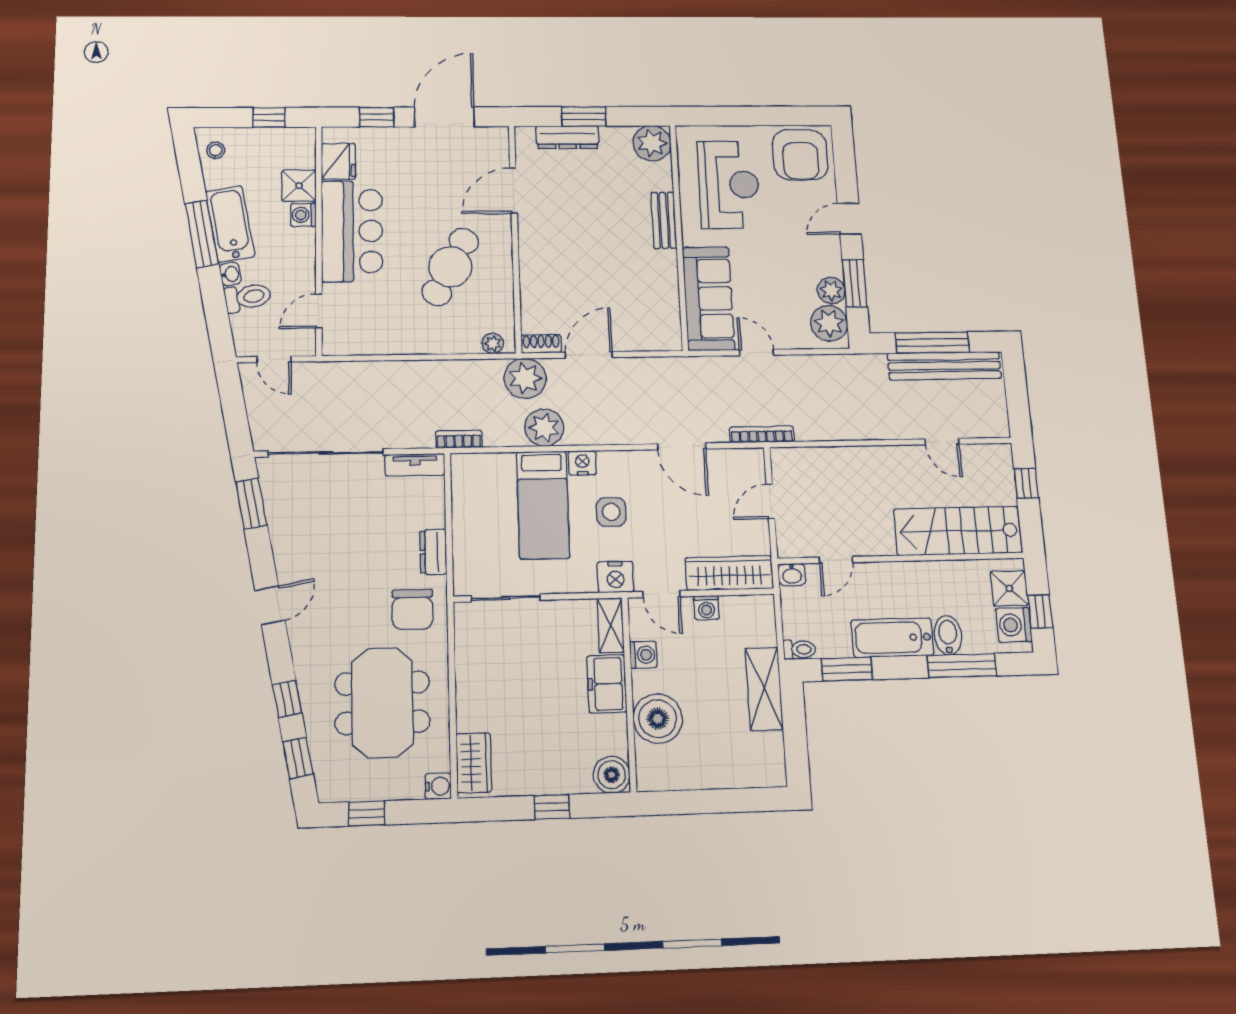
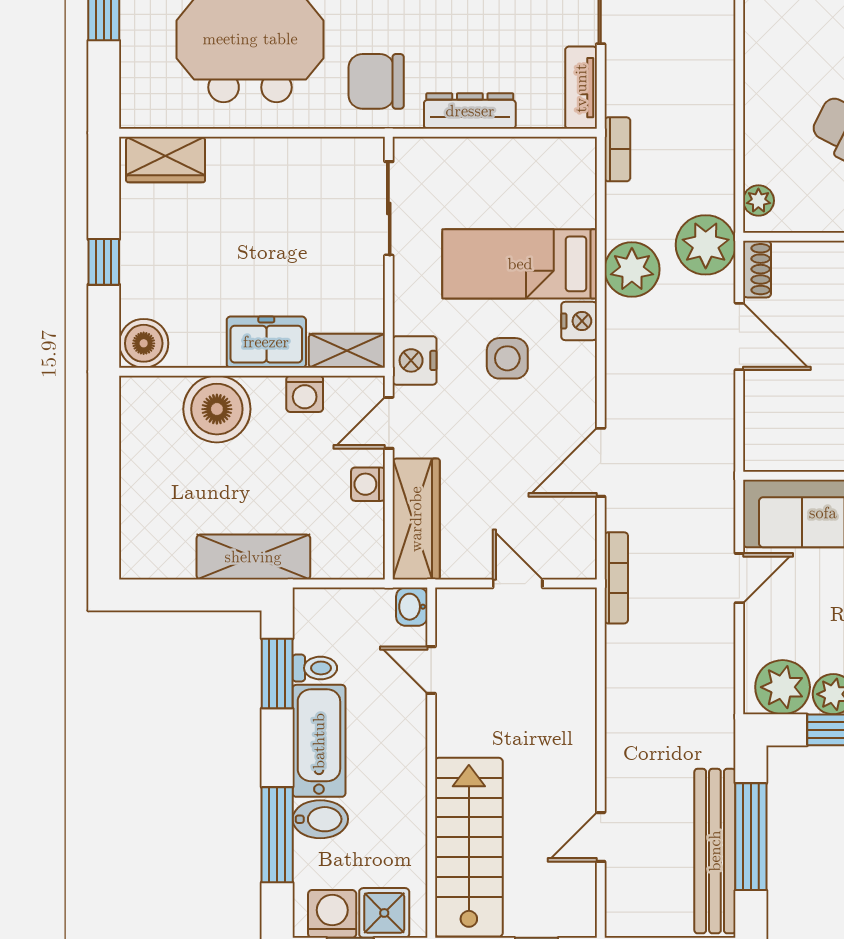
dresser: (433, 552) -> (470, 111), width x1.44
toilet: (799, 649) -> (315, 668), moved, turned -90
water cooler: (438, 786) -> (136, 112), removed

